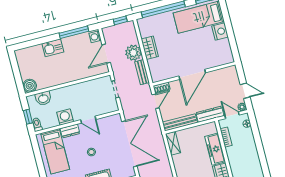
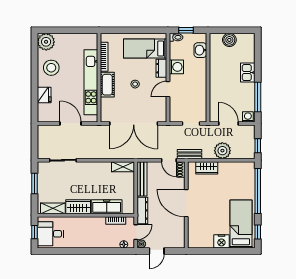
wardrobe: (150, 48) -> (207, 168), moved
bench: (142, 72) -> (190, 154), moved
boiler: (30, 86) -> (229, 40), moved

